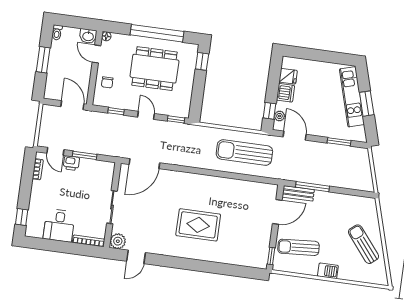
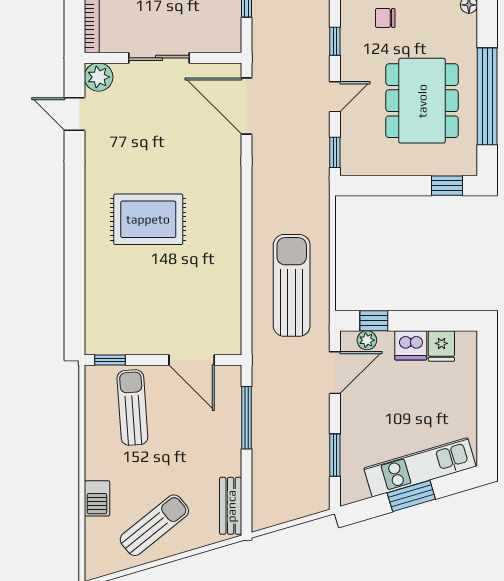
bench: (298, 193) -> (231, 506), moved
rug: (198, 225) -> (148, 219), turned 90
barbecue: (328, 271) -> (97, 498), moved

